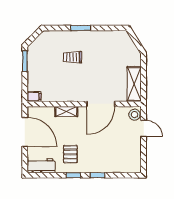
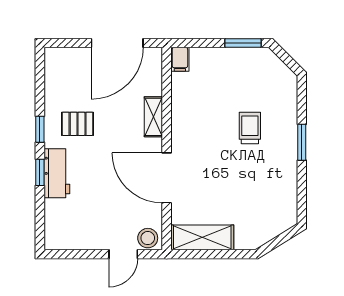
workbench: (41, 166) -> (57, 173), moved

